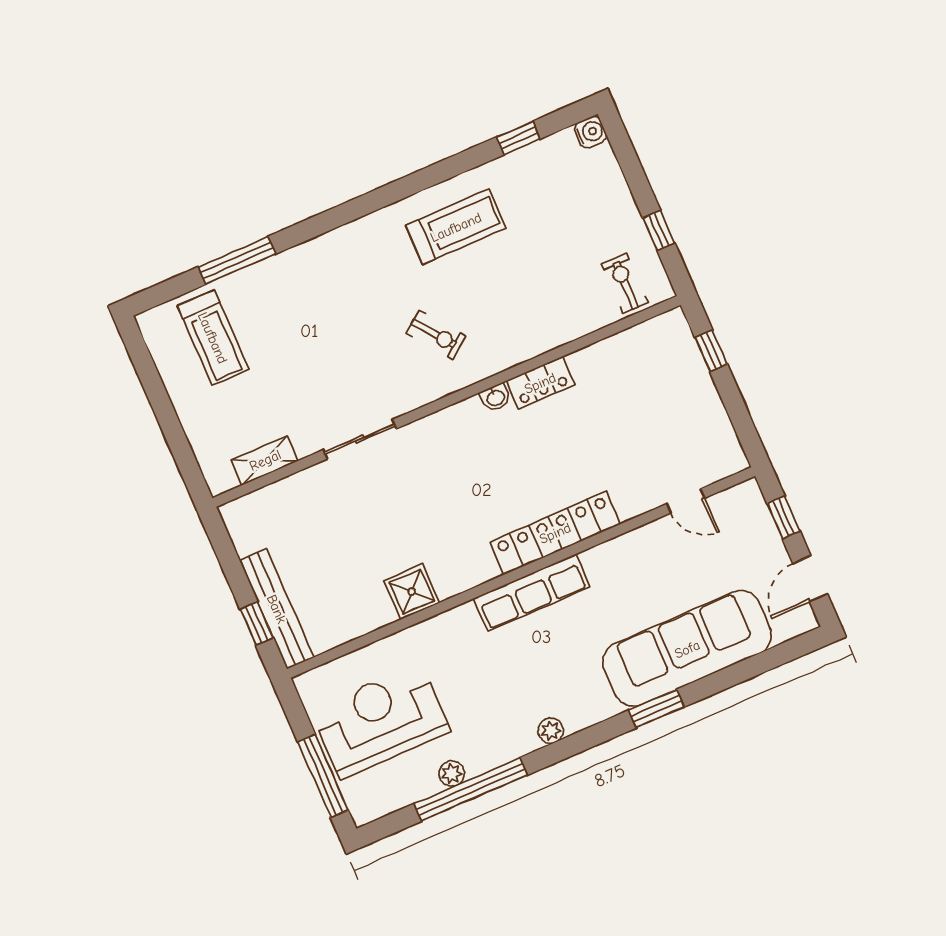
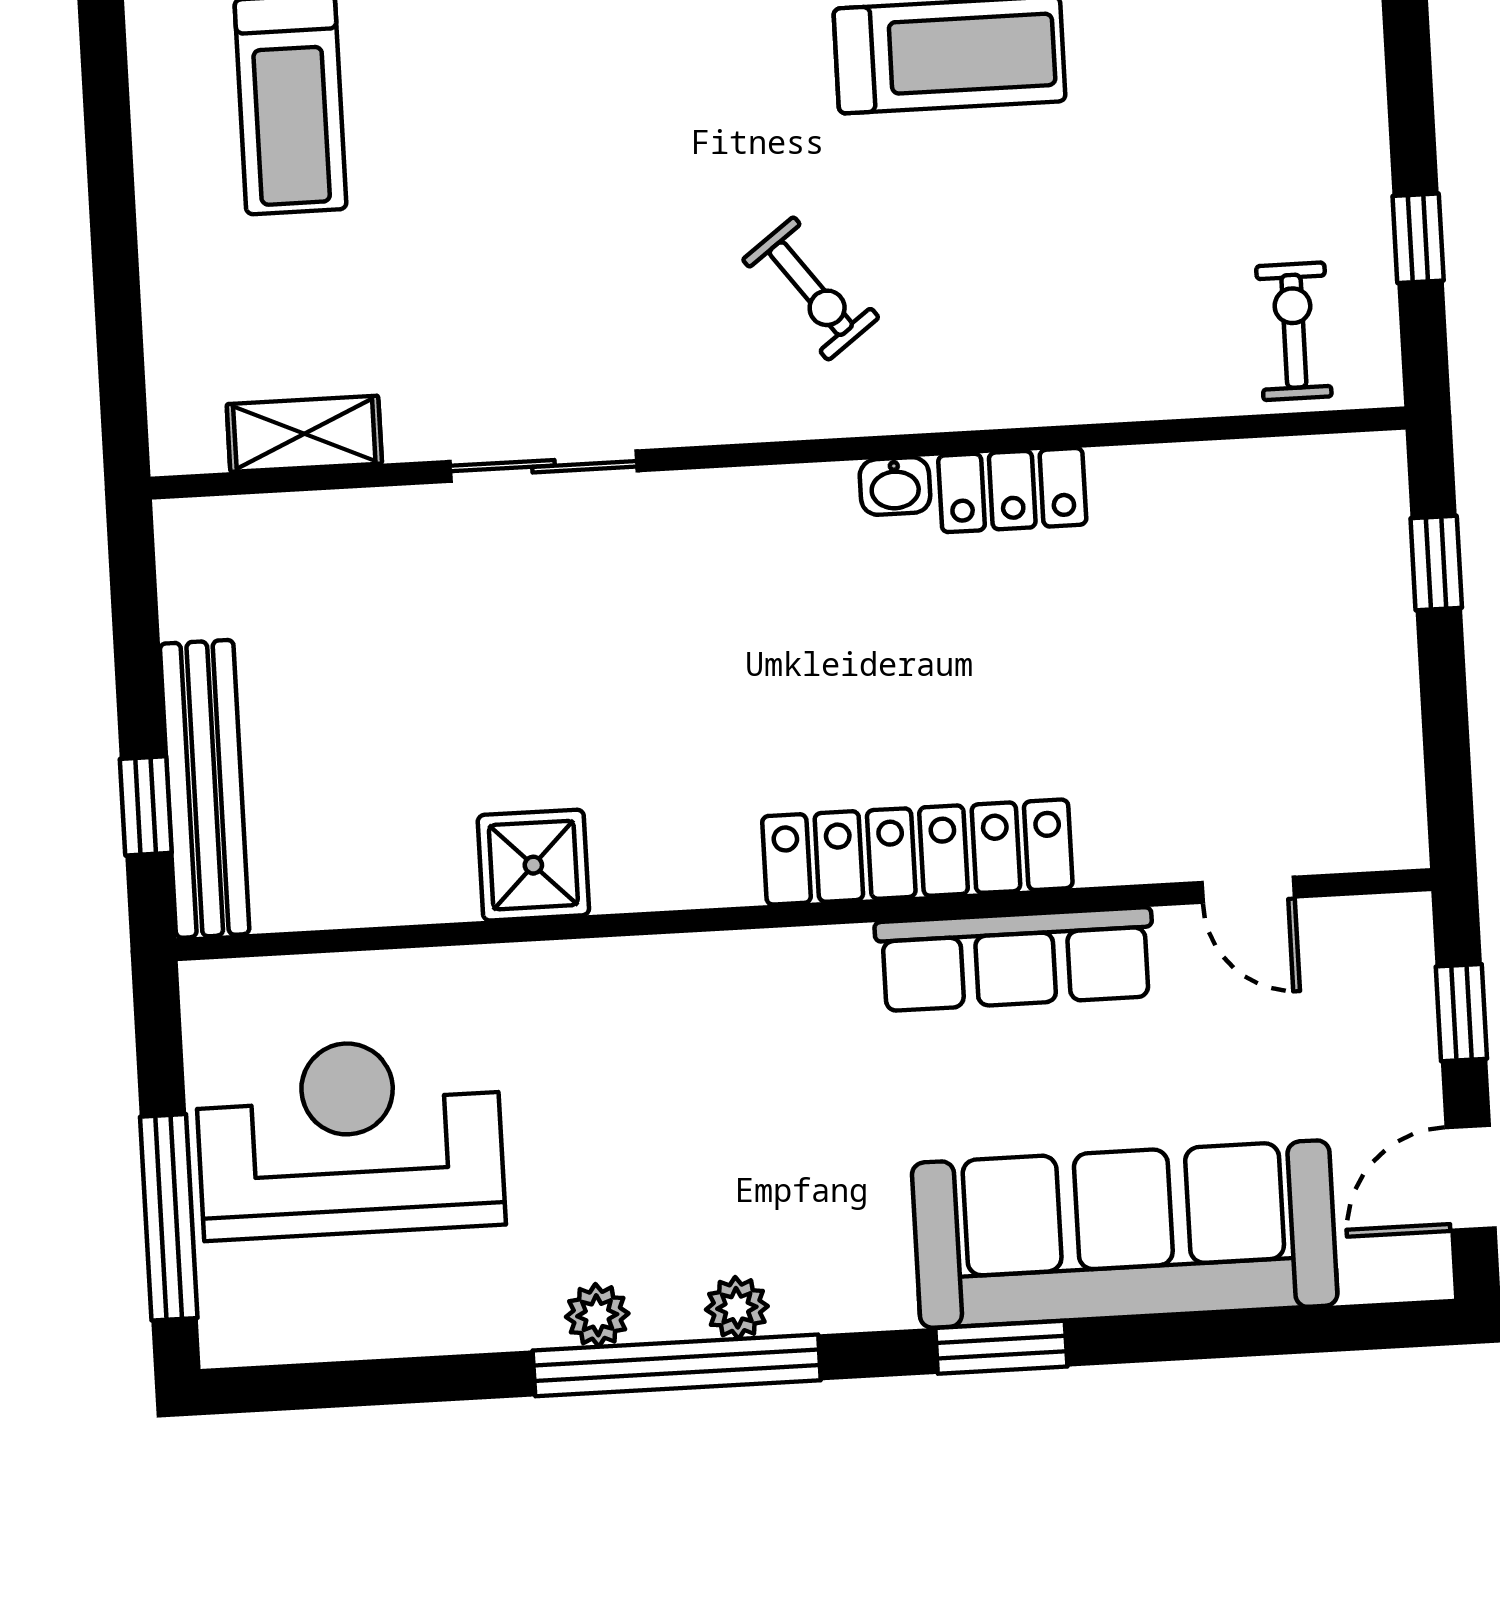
row of seats: (532, 593) -> (1015, 959), moved
plant: (452, 774) -> (597, 1315), moved
window: (471, 789) -> (677, 1365), moved

